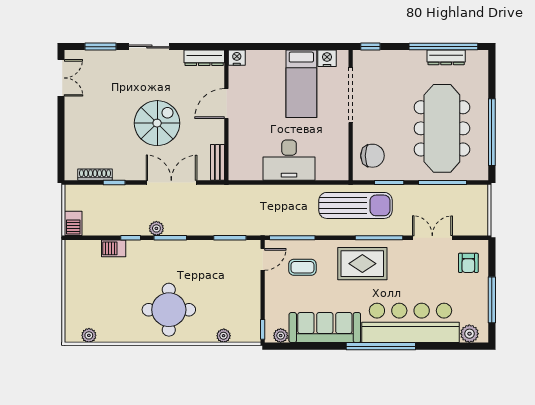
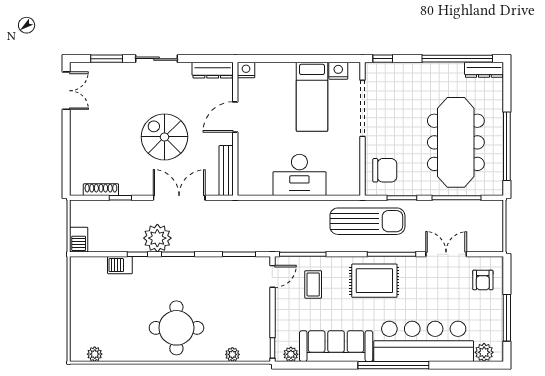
dresser: (446, 57) -> (484, 70), moved
spiral stairs: (157, 123) -> (164, 137), turned -90
bench: (217, 162) -> (226, 171), width x1.36
plant: (156, 228) -> (157, 238), width x1.87, depth x1.87
coffee table: (302, 267) -> (313, 284), turned 90

